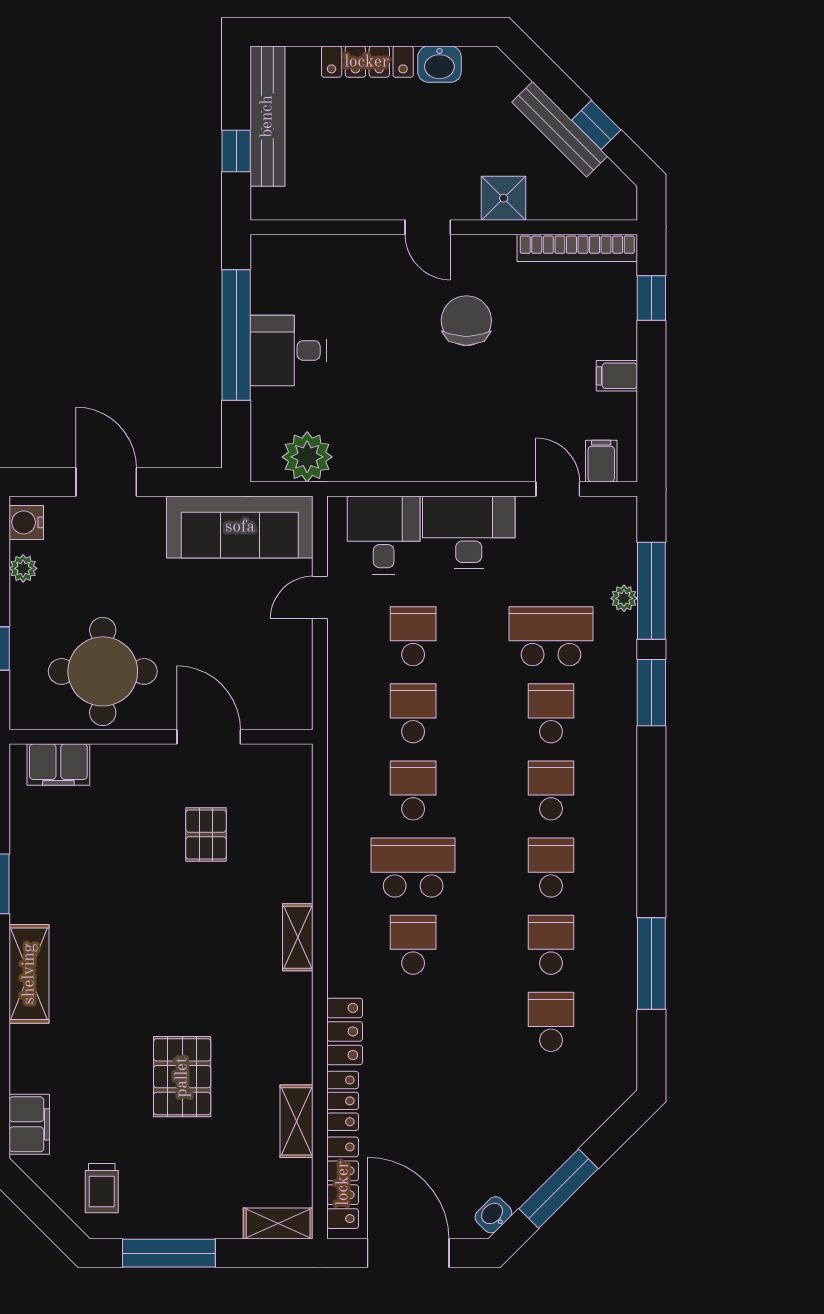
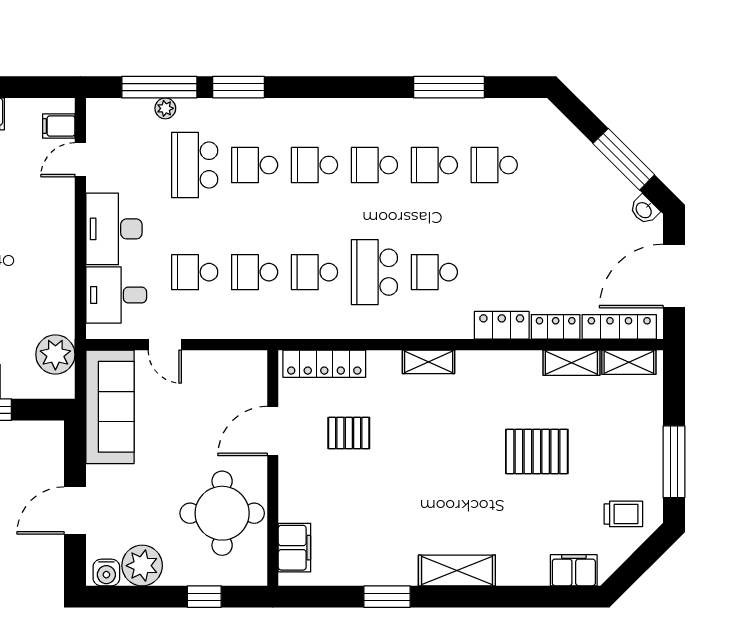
plant: (23, 568) -> (142, 566), width x1.88, depth x1.88
locker: (295, 803) -> (324, 364), added
shelving: (278, 1224) -> (629, 362), moved, turned 90

